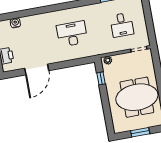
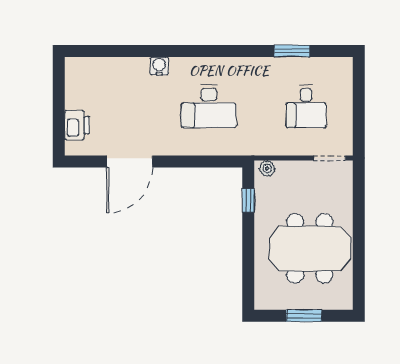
water cooler: (15, 23) -> (159, 66), moved
desk: (72, 34) -> (209, 106), turned 180

